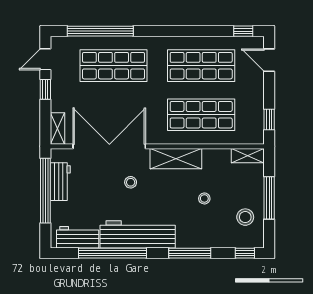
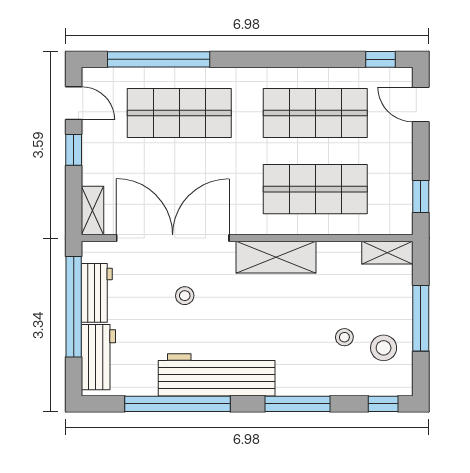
door: (45, 59) -> (74, 103), swing flipped
stool: (131, 182) -> (185, 296), moved
stool: (204, 198) -> (344, 337), moved
workbench: (78, 237) -> (98, 357), moved, turned 90

